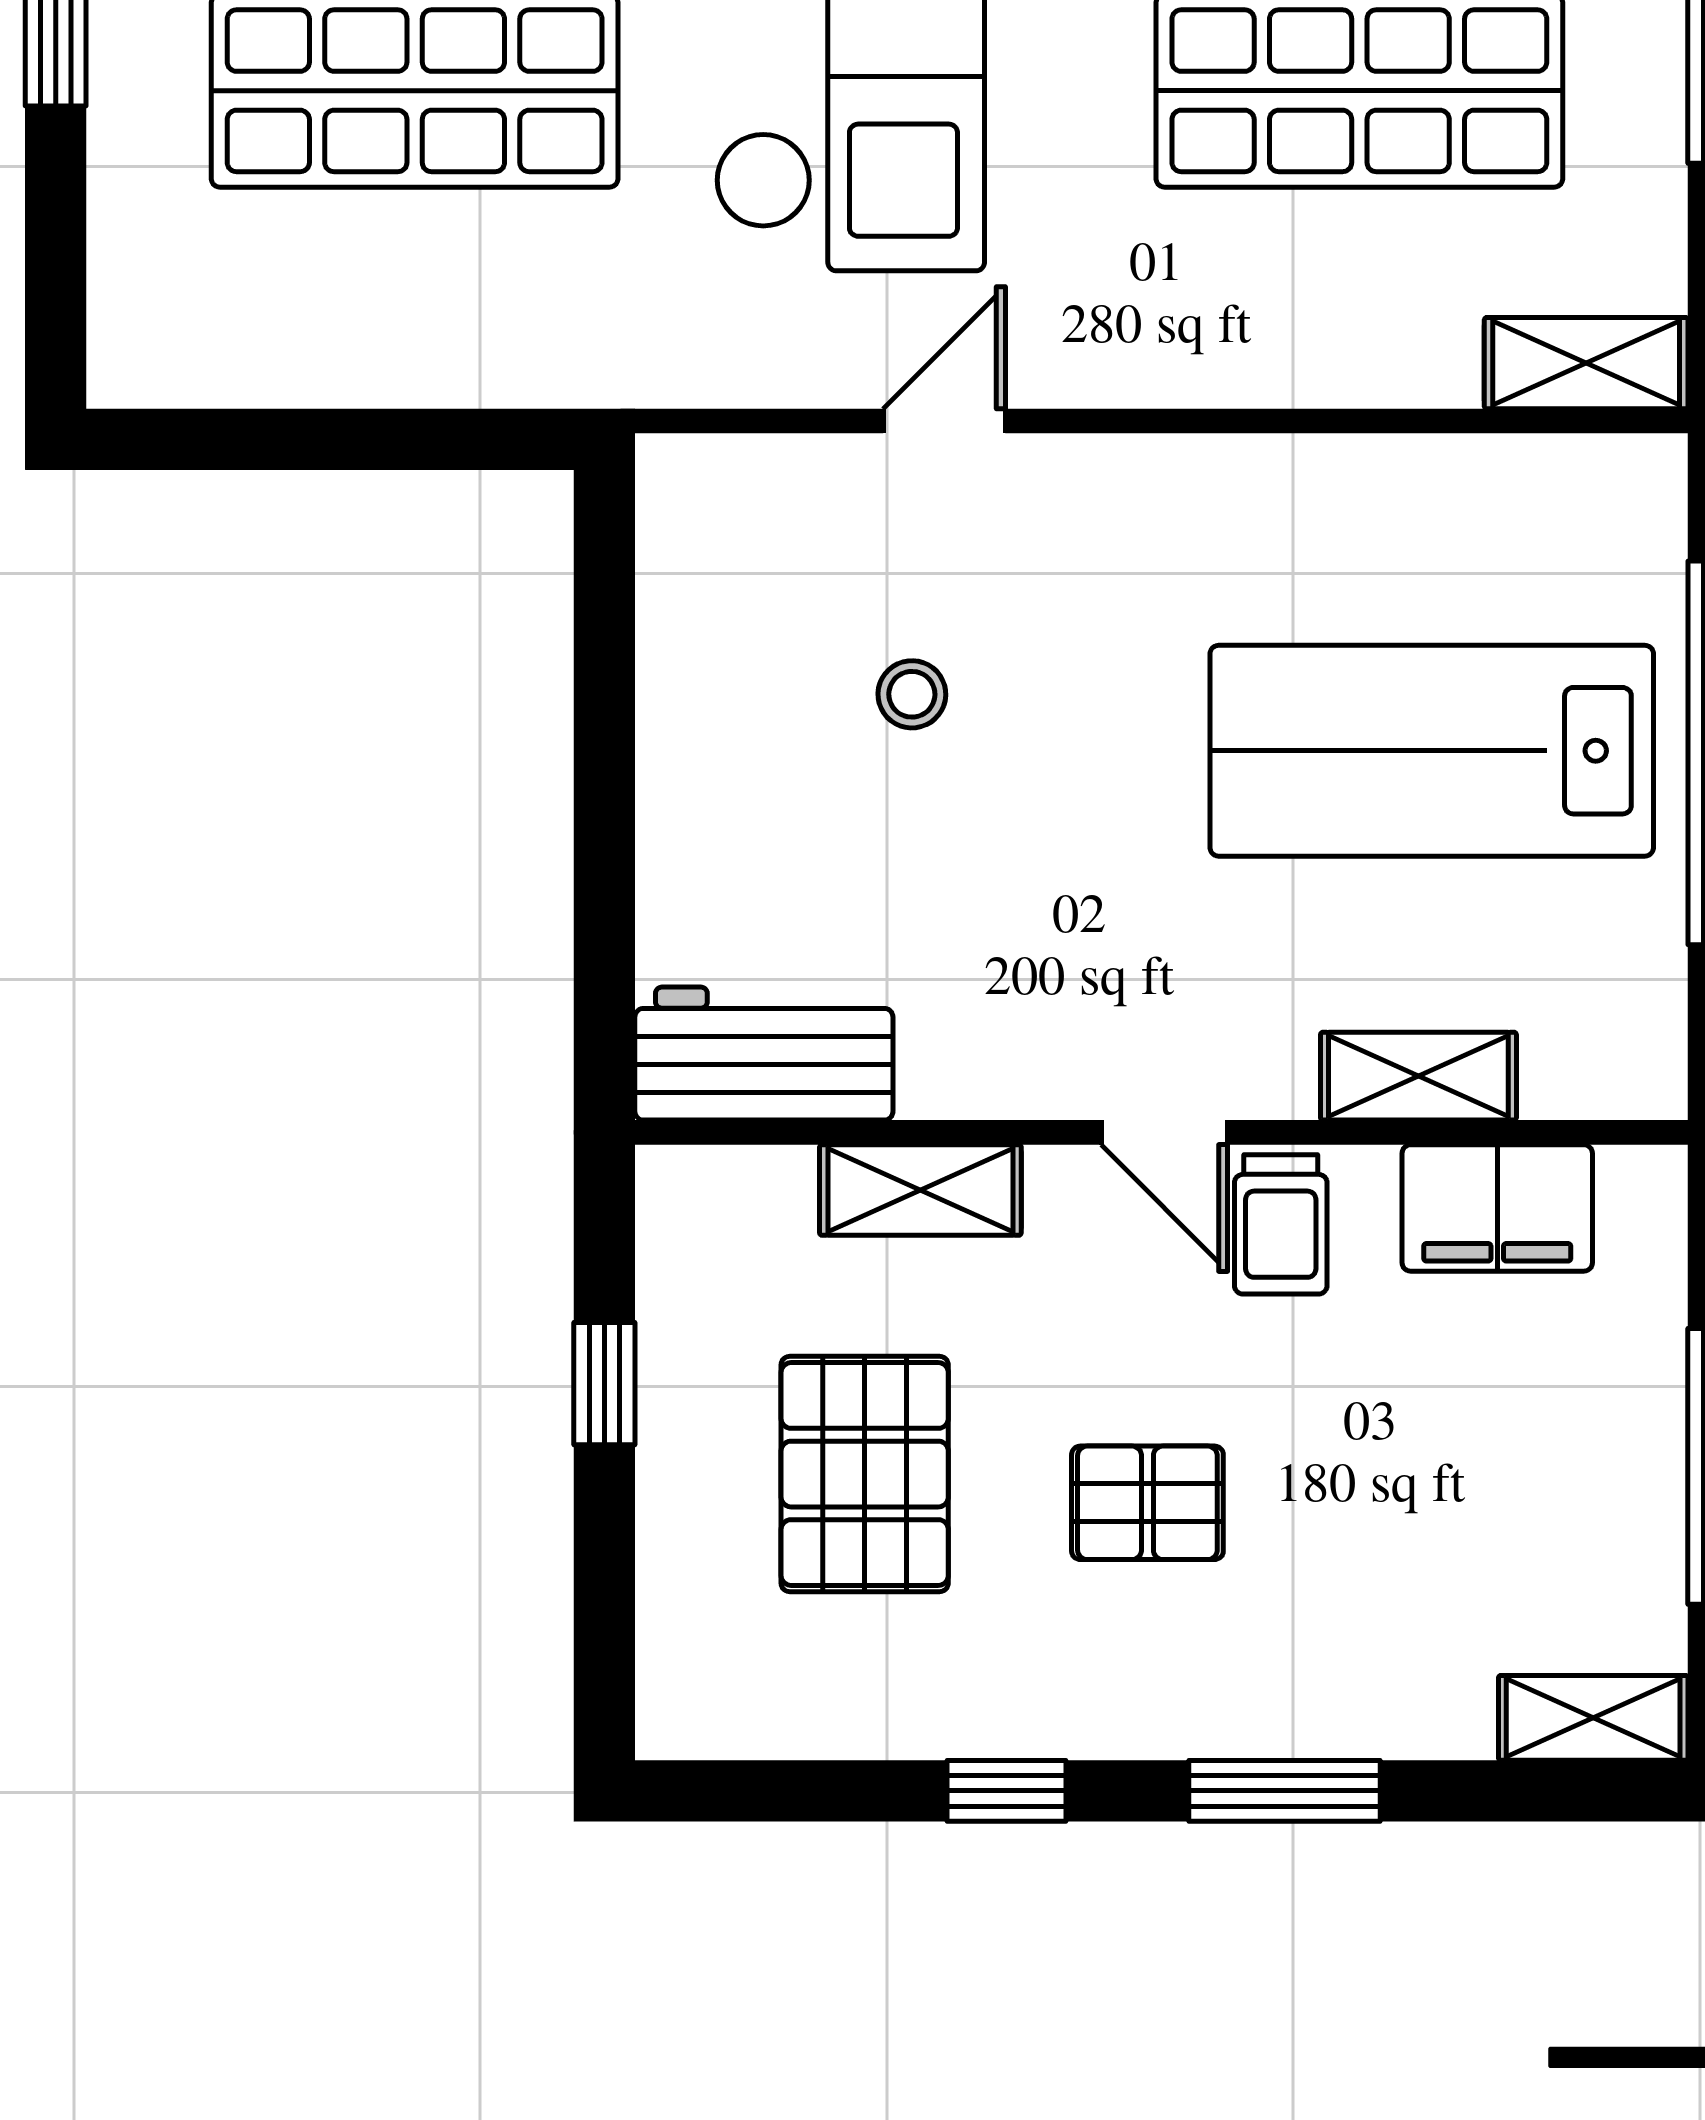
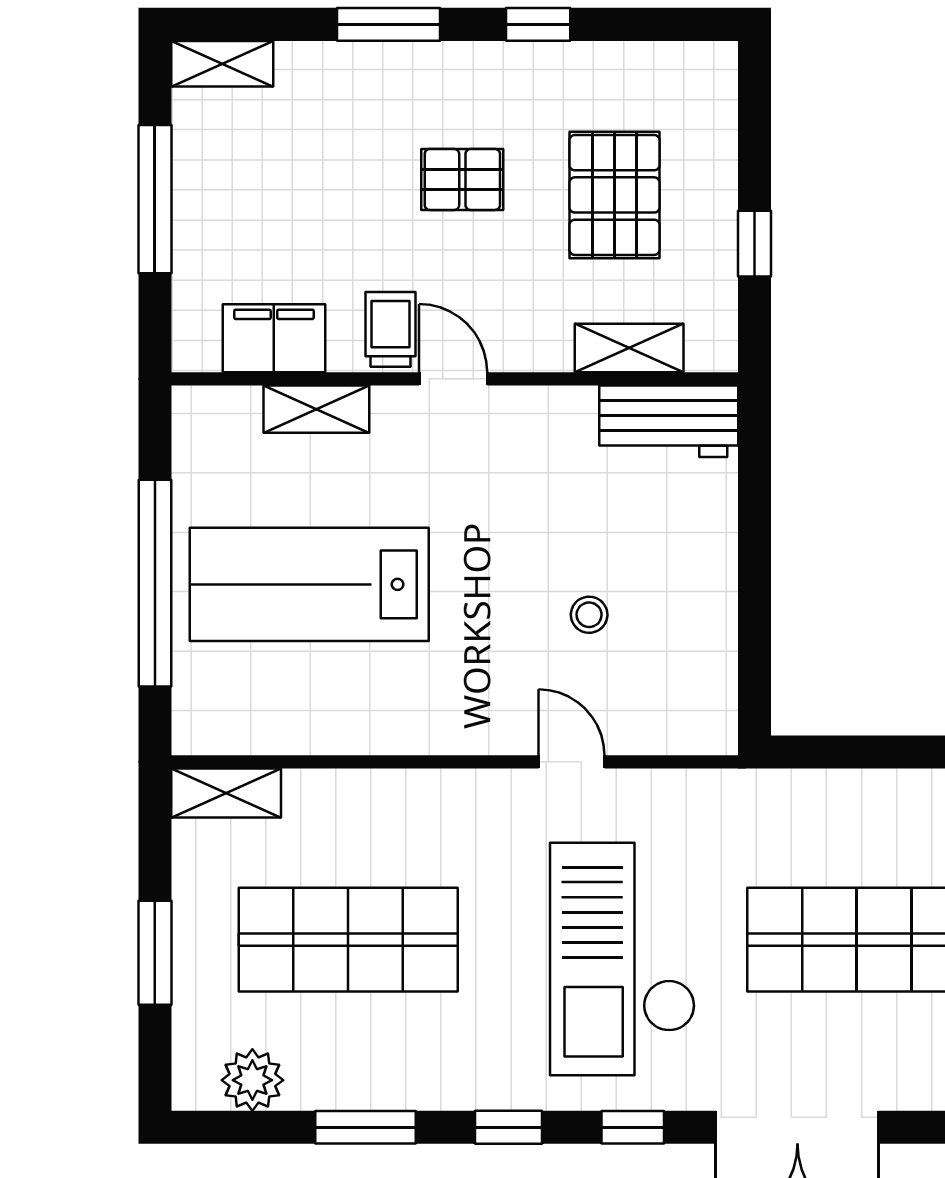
door: (944, 421) -> (572, 762), swing flipped
lab bench: (1432, 751) -> (309, 584), turned 180
shelving: (920, 1190) -> (629, 348), moved

